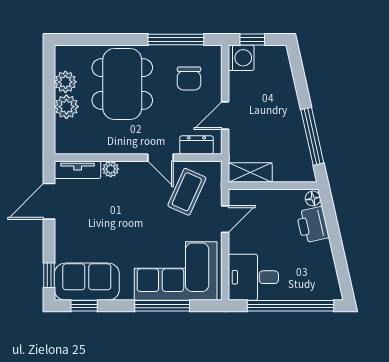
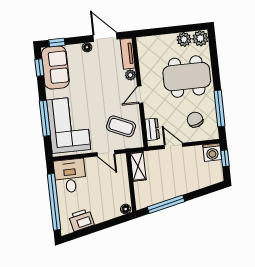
chair: (189, 79) -> (195, 120), turned 71
plant: (66, 107) -> (200, 38), moved
door: (160, 158) -> (140, 95), moved
printer: (313, 225) -> (81, 220), moved
floor lamp: (61, 230) -> (87, 47), added

